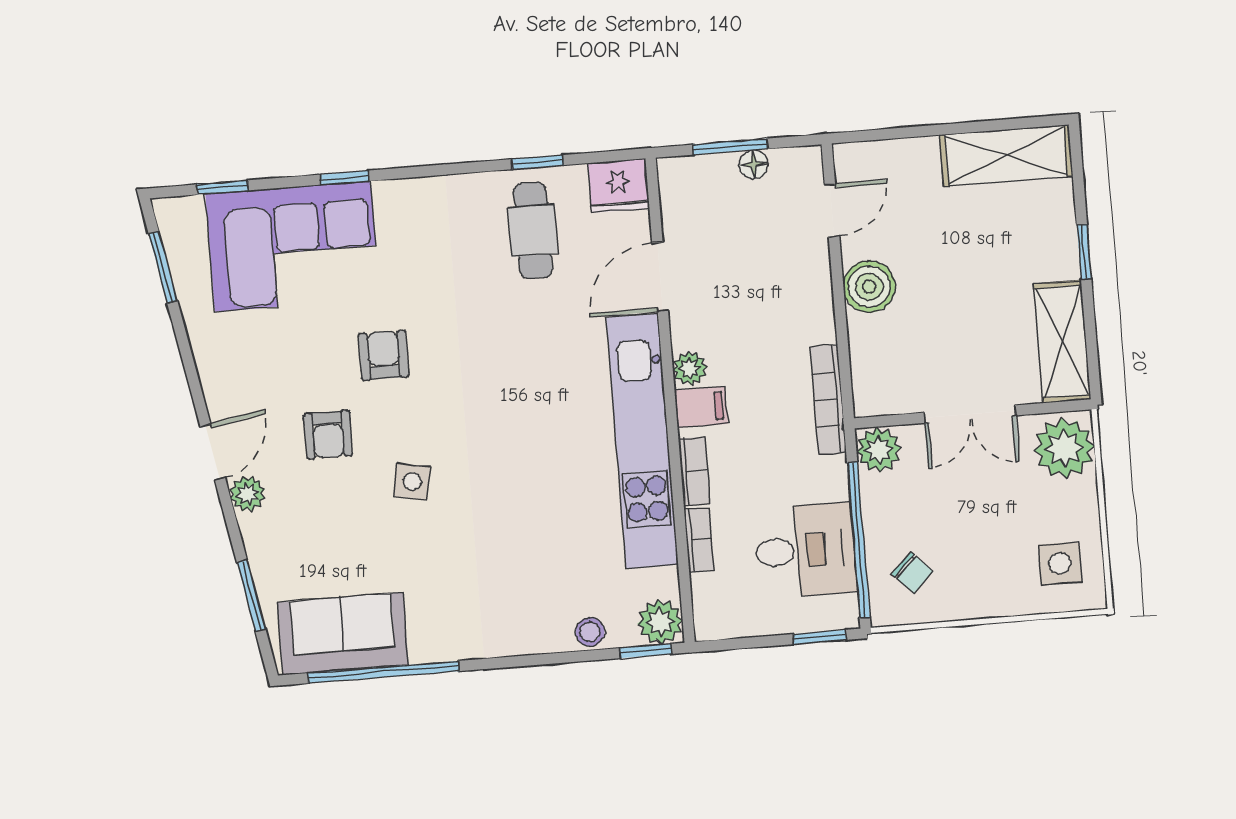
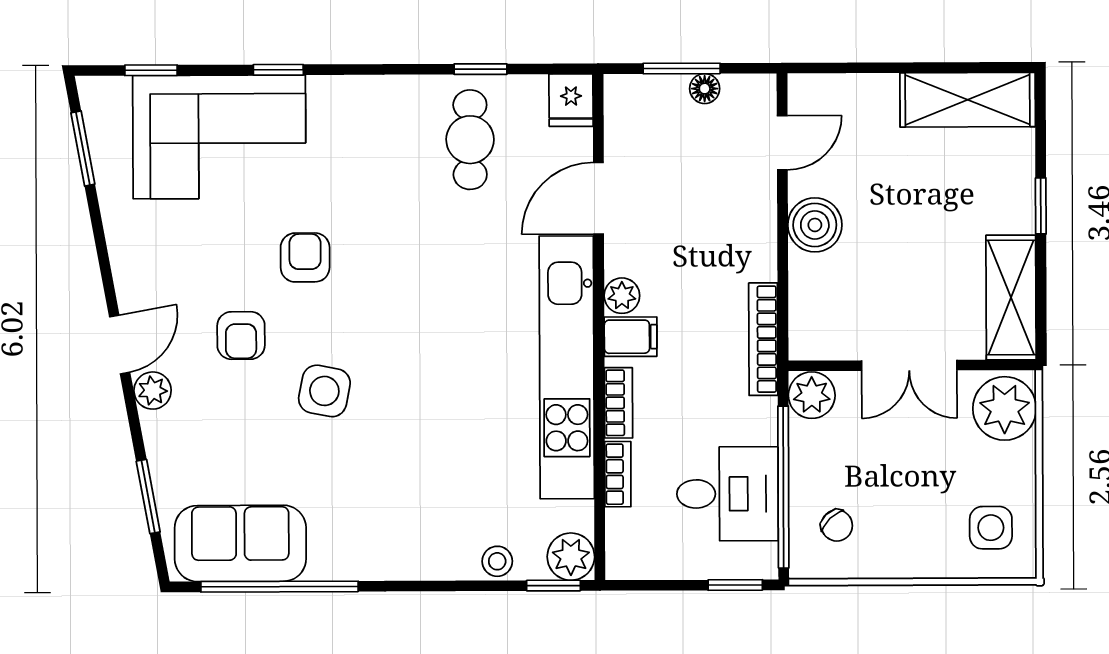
fridge: (619, 186) -> (571, 100), width x0.72
side table: (412, 482) -> (324, 391), width x1.37, depth x1.37

